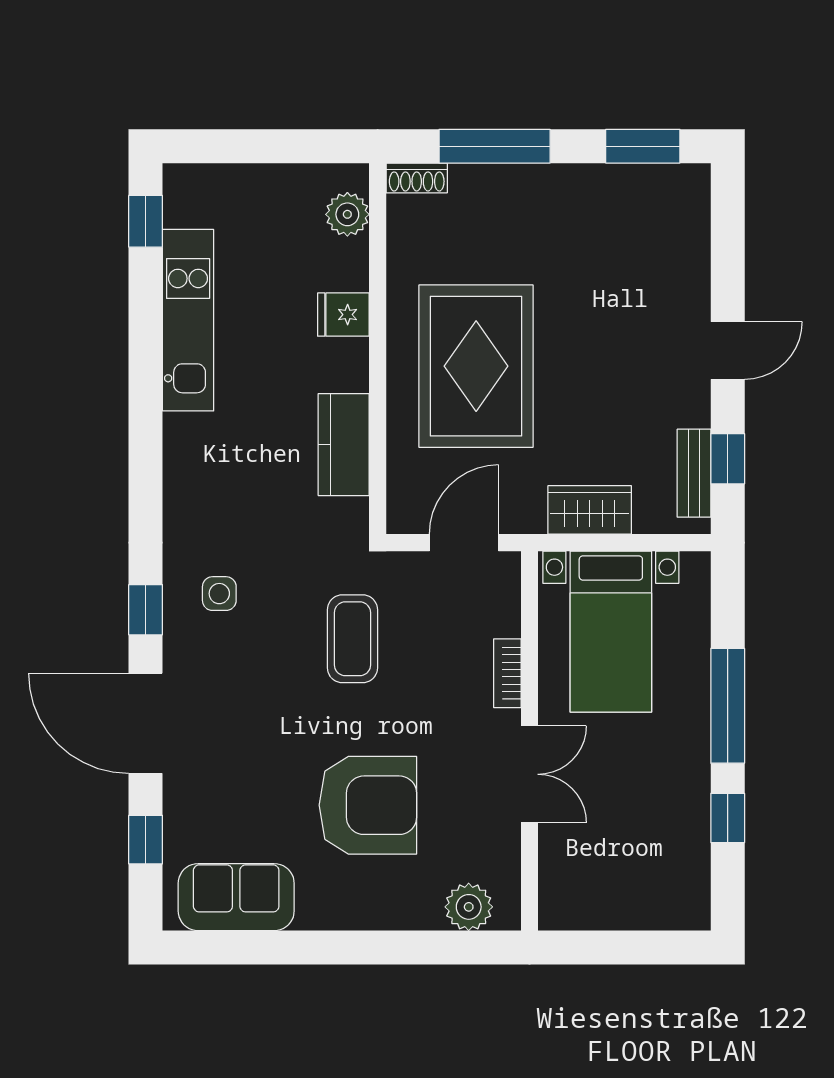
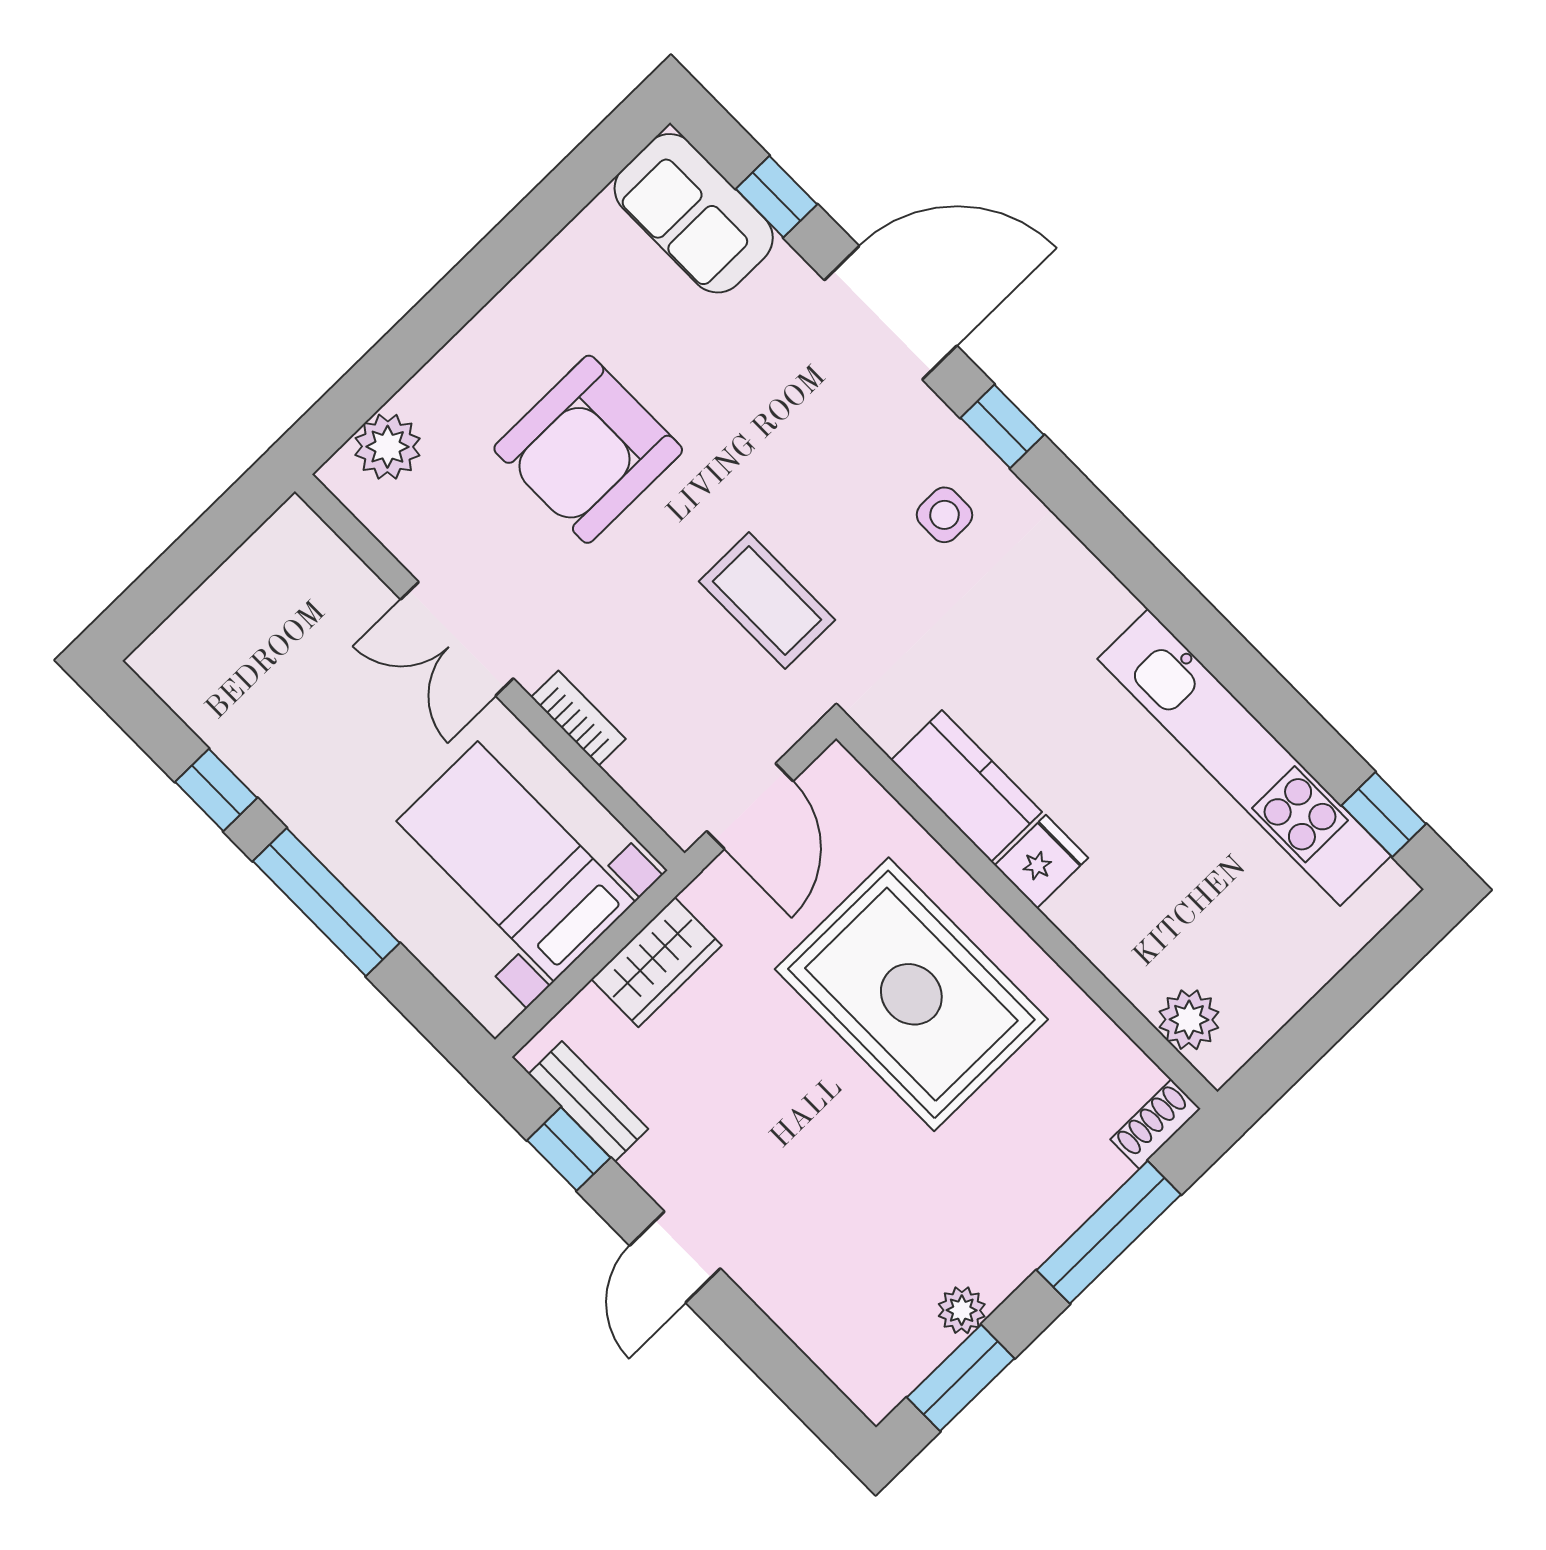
plant: (608, 180) -> (962, 1310), added
fridge: (343, 315) -> (1041, 862), moved
kitchen unit: (188, 320) -> (1244, 757), width x1.36
sofa: (236, 897) -> (694, 213), moved, turned 90

